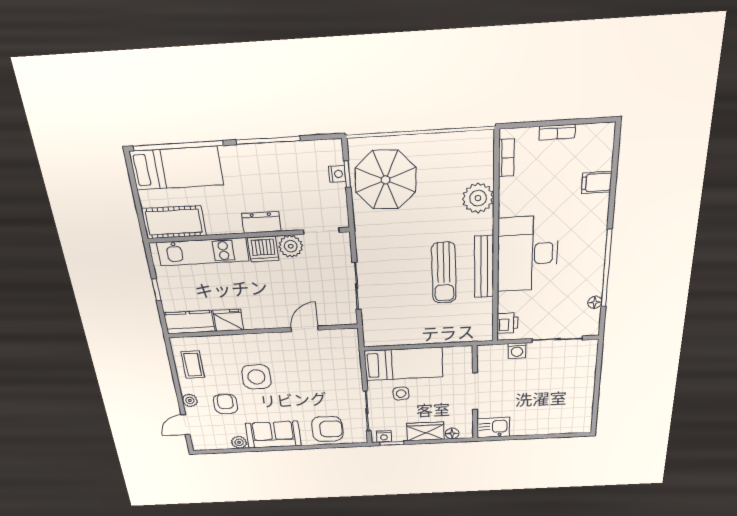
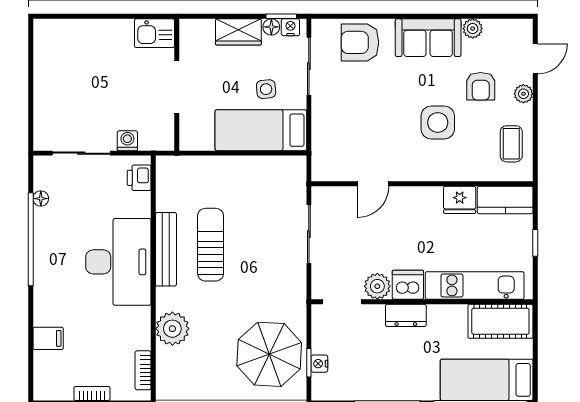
floor lamp: (452, 434) -> (271, 27), moved

